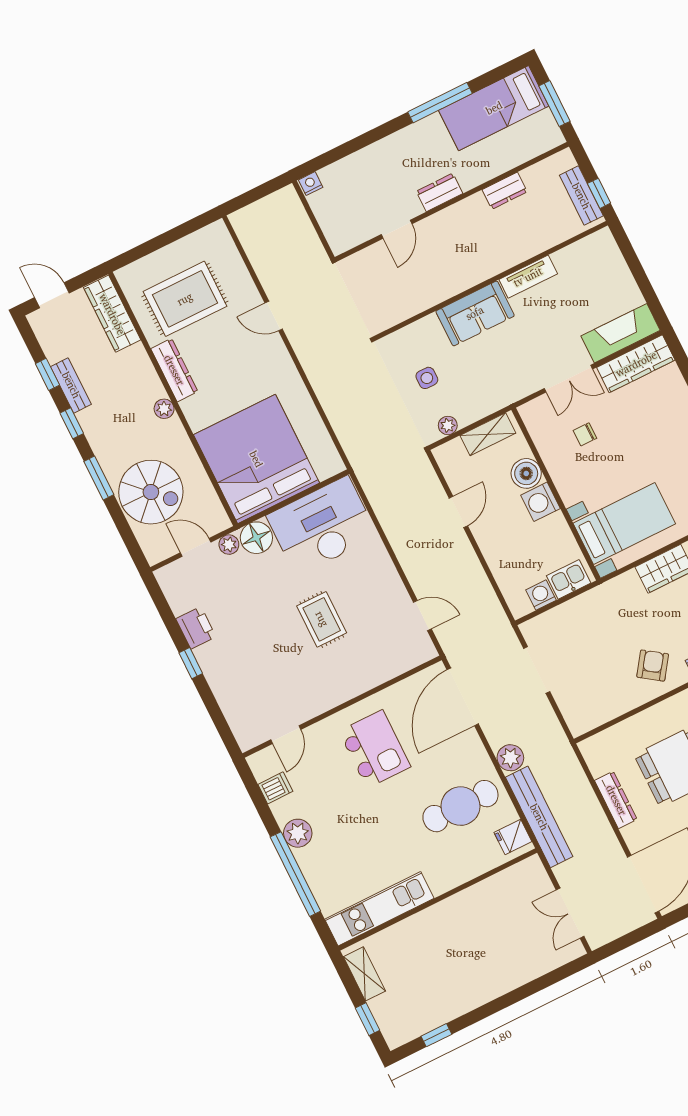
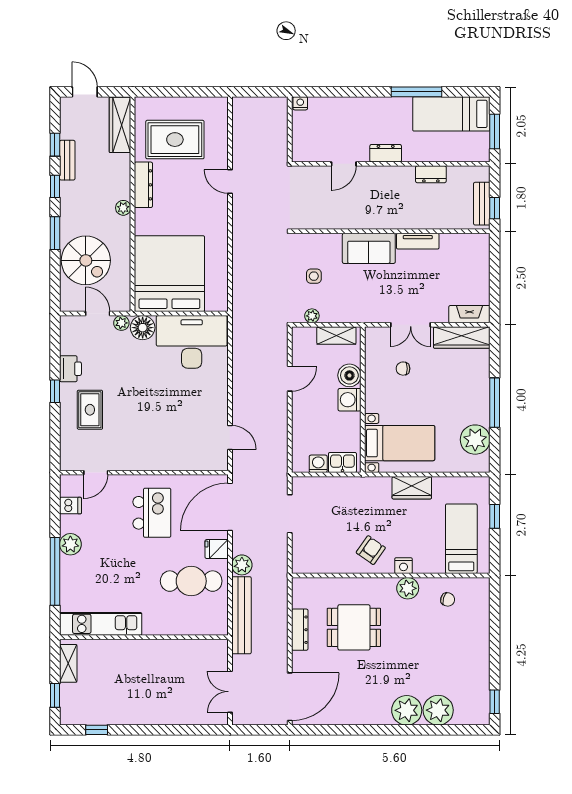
fireplace: (621, 333) -> (469, 314), width x0.73, depth x0.76
rug: (322, 619) -> (90, 410), moved
fridge: (513, 837) -> (217, 549), moved

